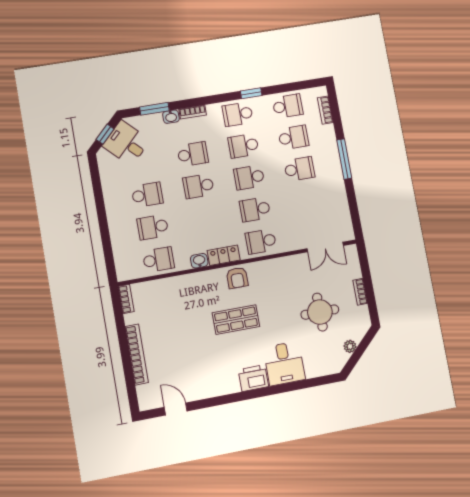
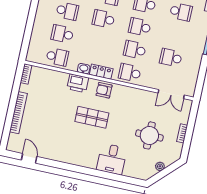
school desk: (299, 169) -> (171, 58), moved, turned 180
armchair: (237, 278) -> (104, 90), turned 90
printer: (253, 378) -> (78, 83), moved, turned 180

